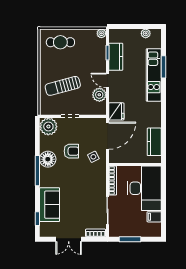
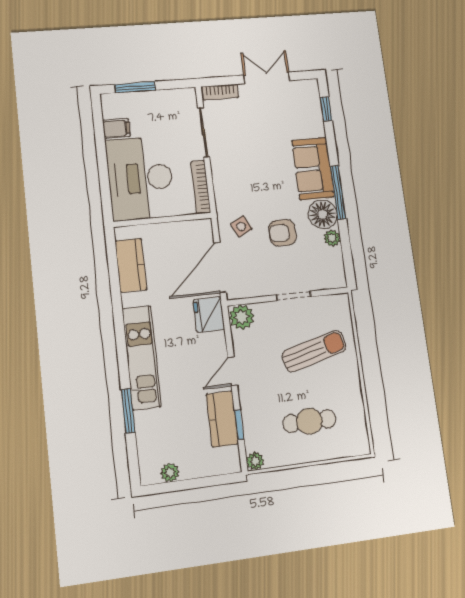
cafe table: (60, 42) -> (309, 421), moved
kitchen unit: (154, 75) -> (142, 357), moved
door: (107, 80) -> (233, 371), swing flipped
plant: (99, 95) -> (242, 317), moved
plant: (48, 127) -> (332, 238), moved, width x0.53, depth x0.53
sofa: (50, 205) -> (313, 169), moved
window: (130, 239) -> (135, 87), moved

